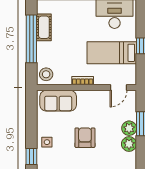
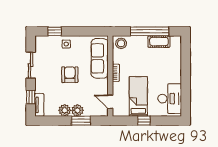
sofa: (58, 101) -> (100, 58), width x1.36
armchair: (85, 138) -> (70, 75), turned -90

